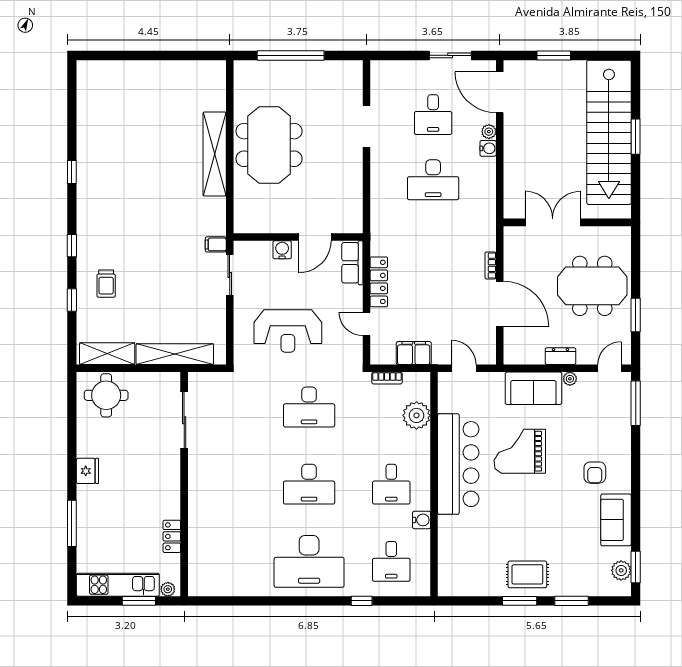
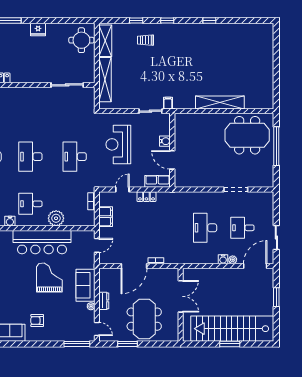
meeting table: (269, 145) -> (247, 135), moved
locker: (379, 282) -> (146, 197), width x0.66
plant: (417, 415) -> (56, 218), moved

